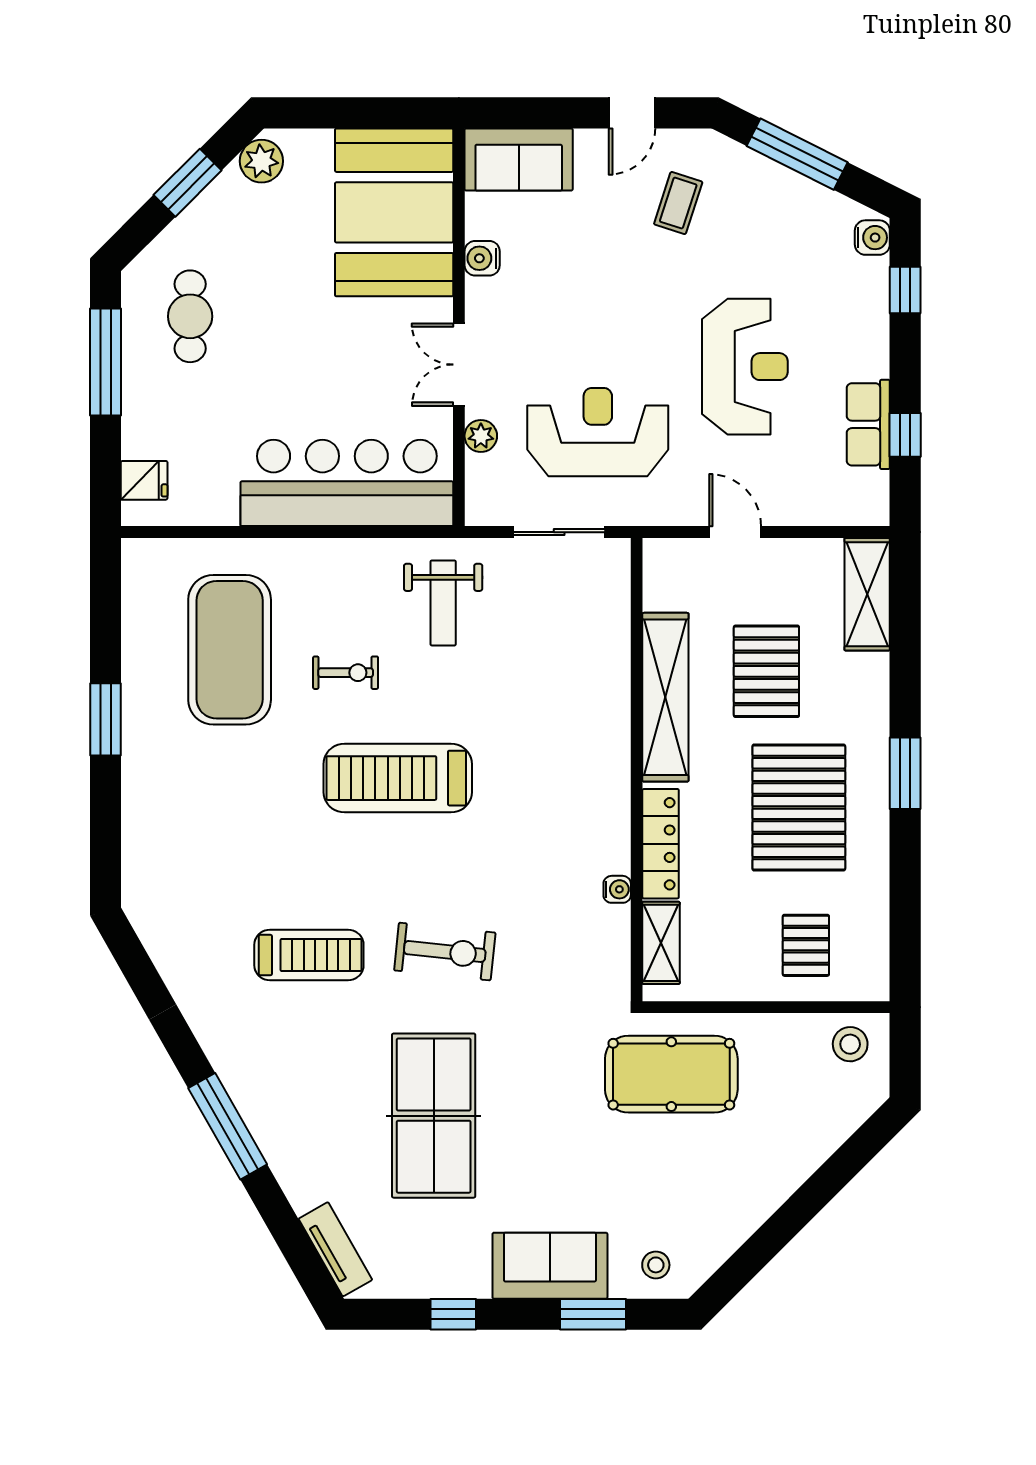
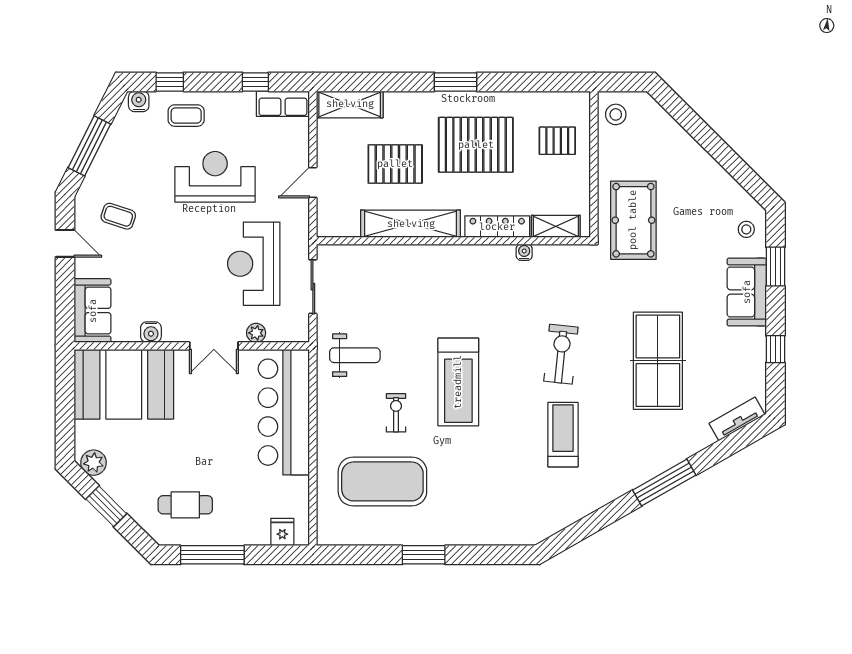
coffee table: (848, 318) -> (186, 116), added
row of seats: (868, 424) -> (283, 104), moved
table tennis table: (434, 1116) -> (658, 361), turned 90

